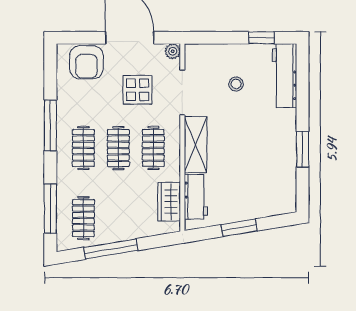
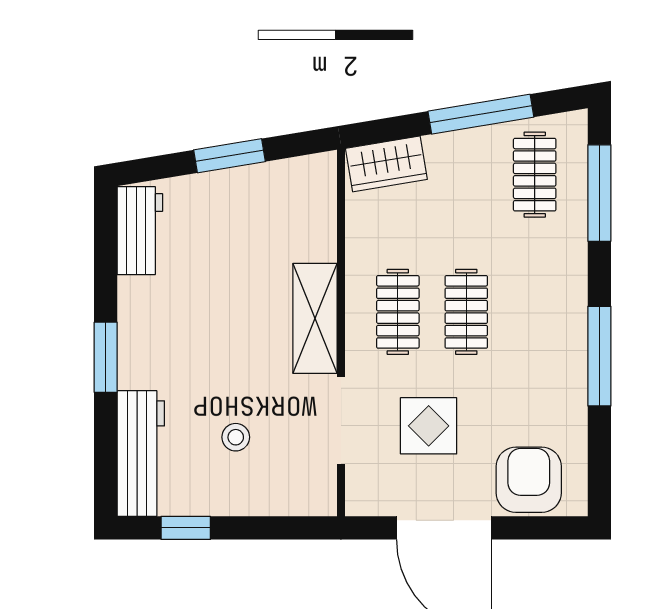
plant: (173, 51) -> (360, 501), removed
clothes rail: (83, 148) -> (535, 312), removed
window: (302, 149) -> (106, 357), moved
workbench: (196, 197) -> (140, 231), moved, turned 180
wardrobe: (169, 202) -> (386, 164), moved, turned 81

